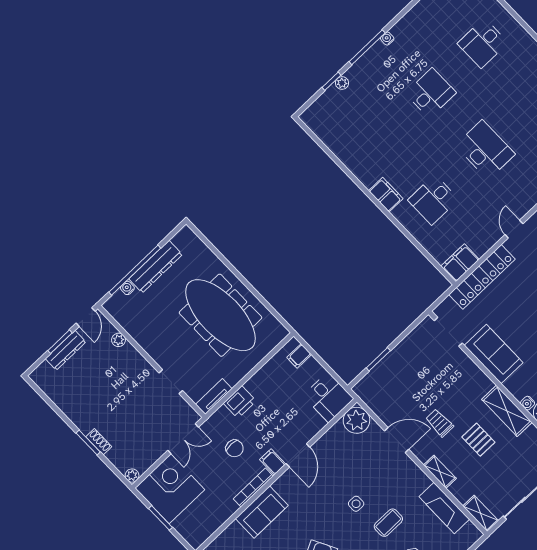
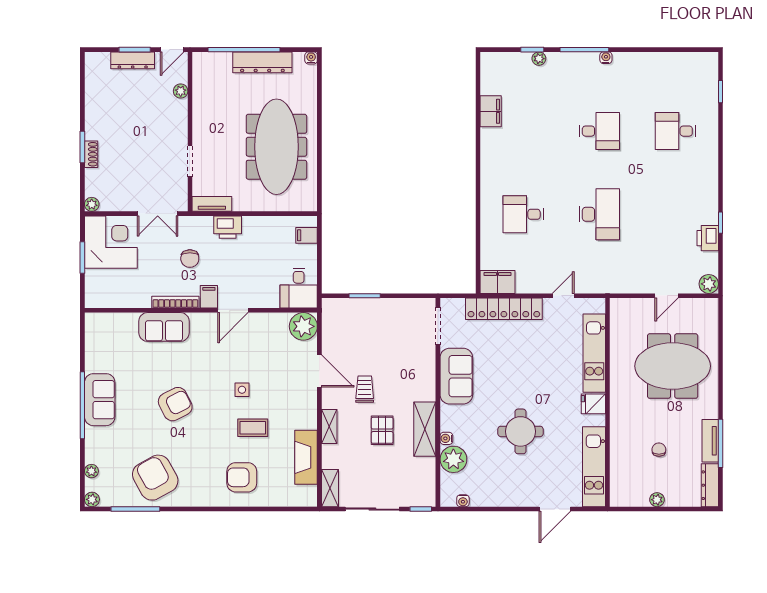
filing cabinet: (386, 195) -> (491, 111), moved
water cooler: (127, 288) -> (311, 58), moved

